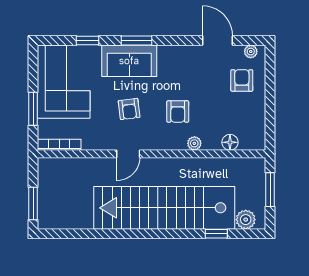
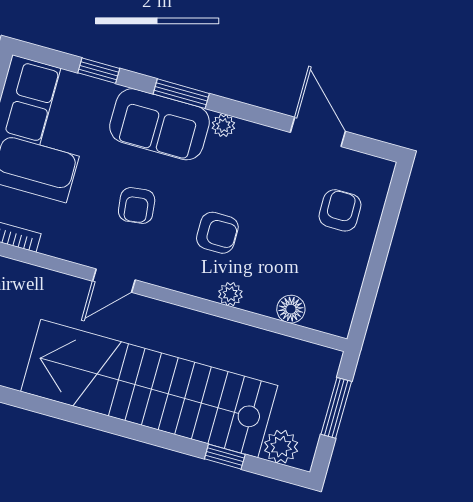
plant: (251, 52) -> (223, 125), moved
armchair: (178, 112) -> (217, 233), turned -90

